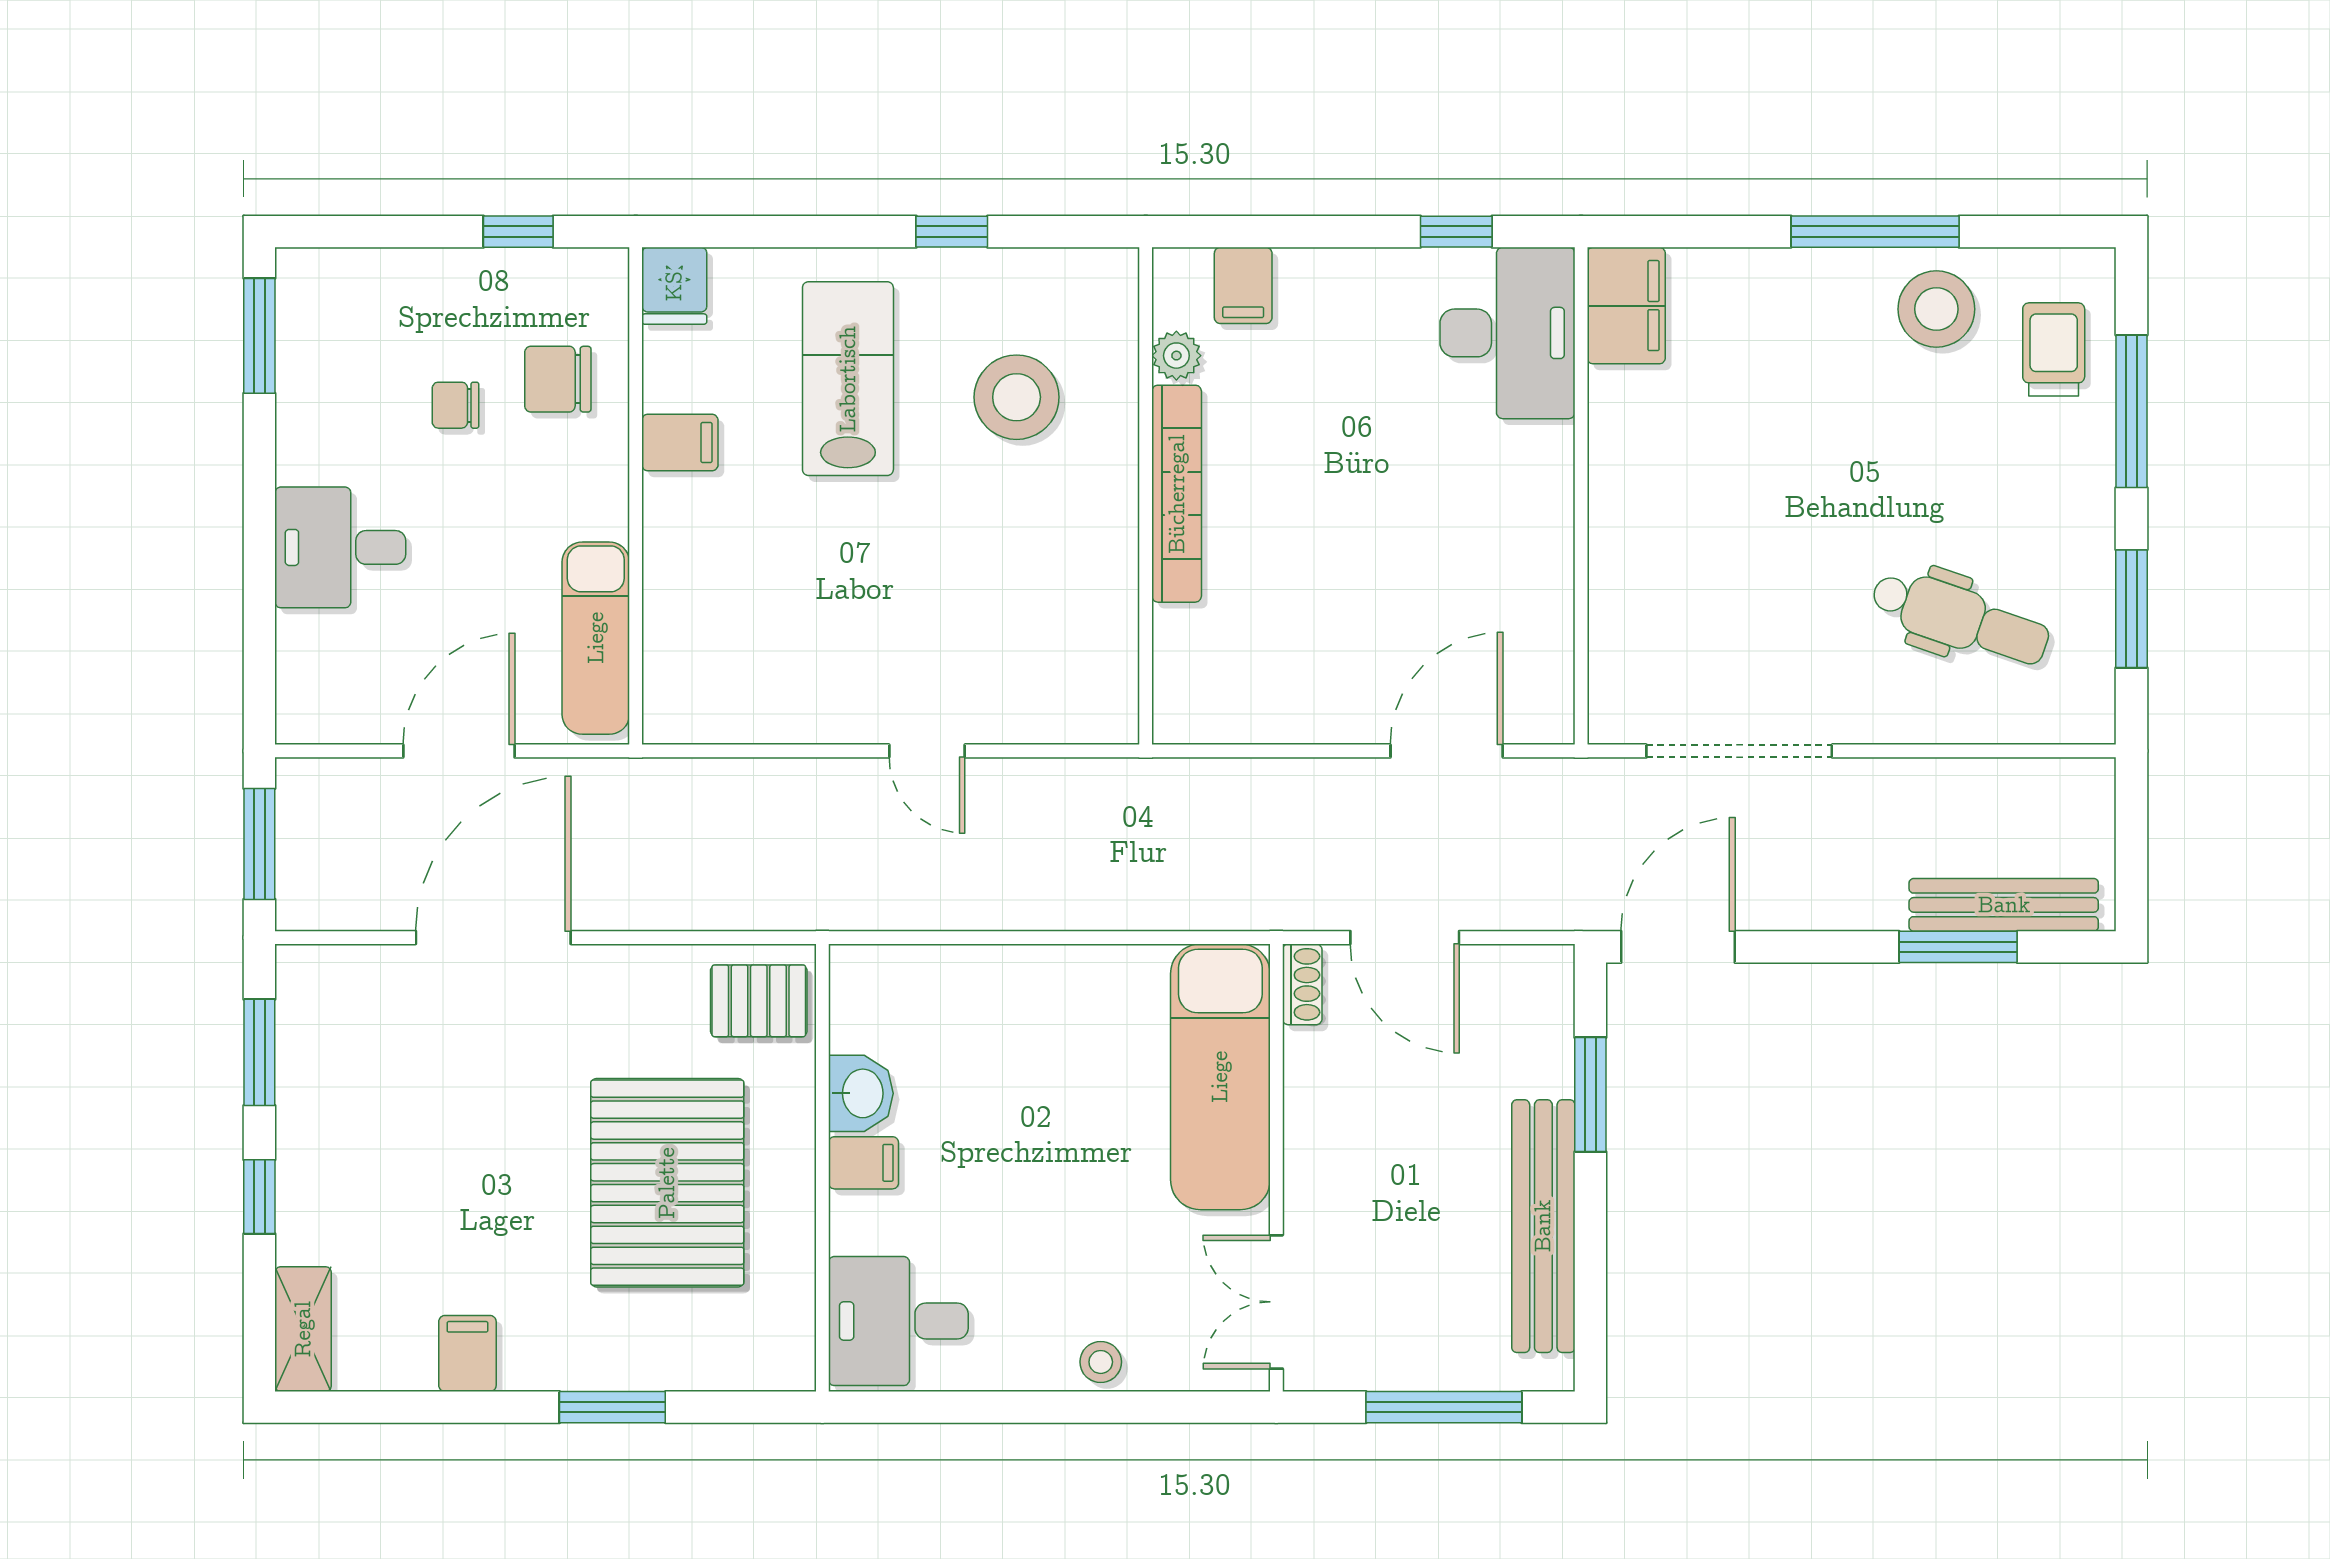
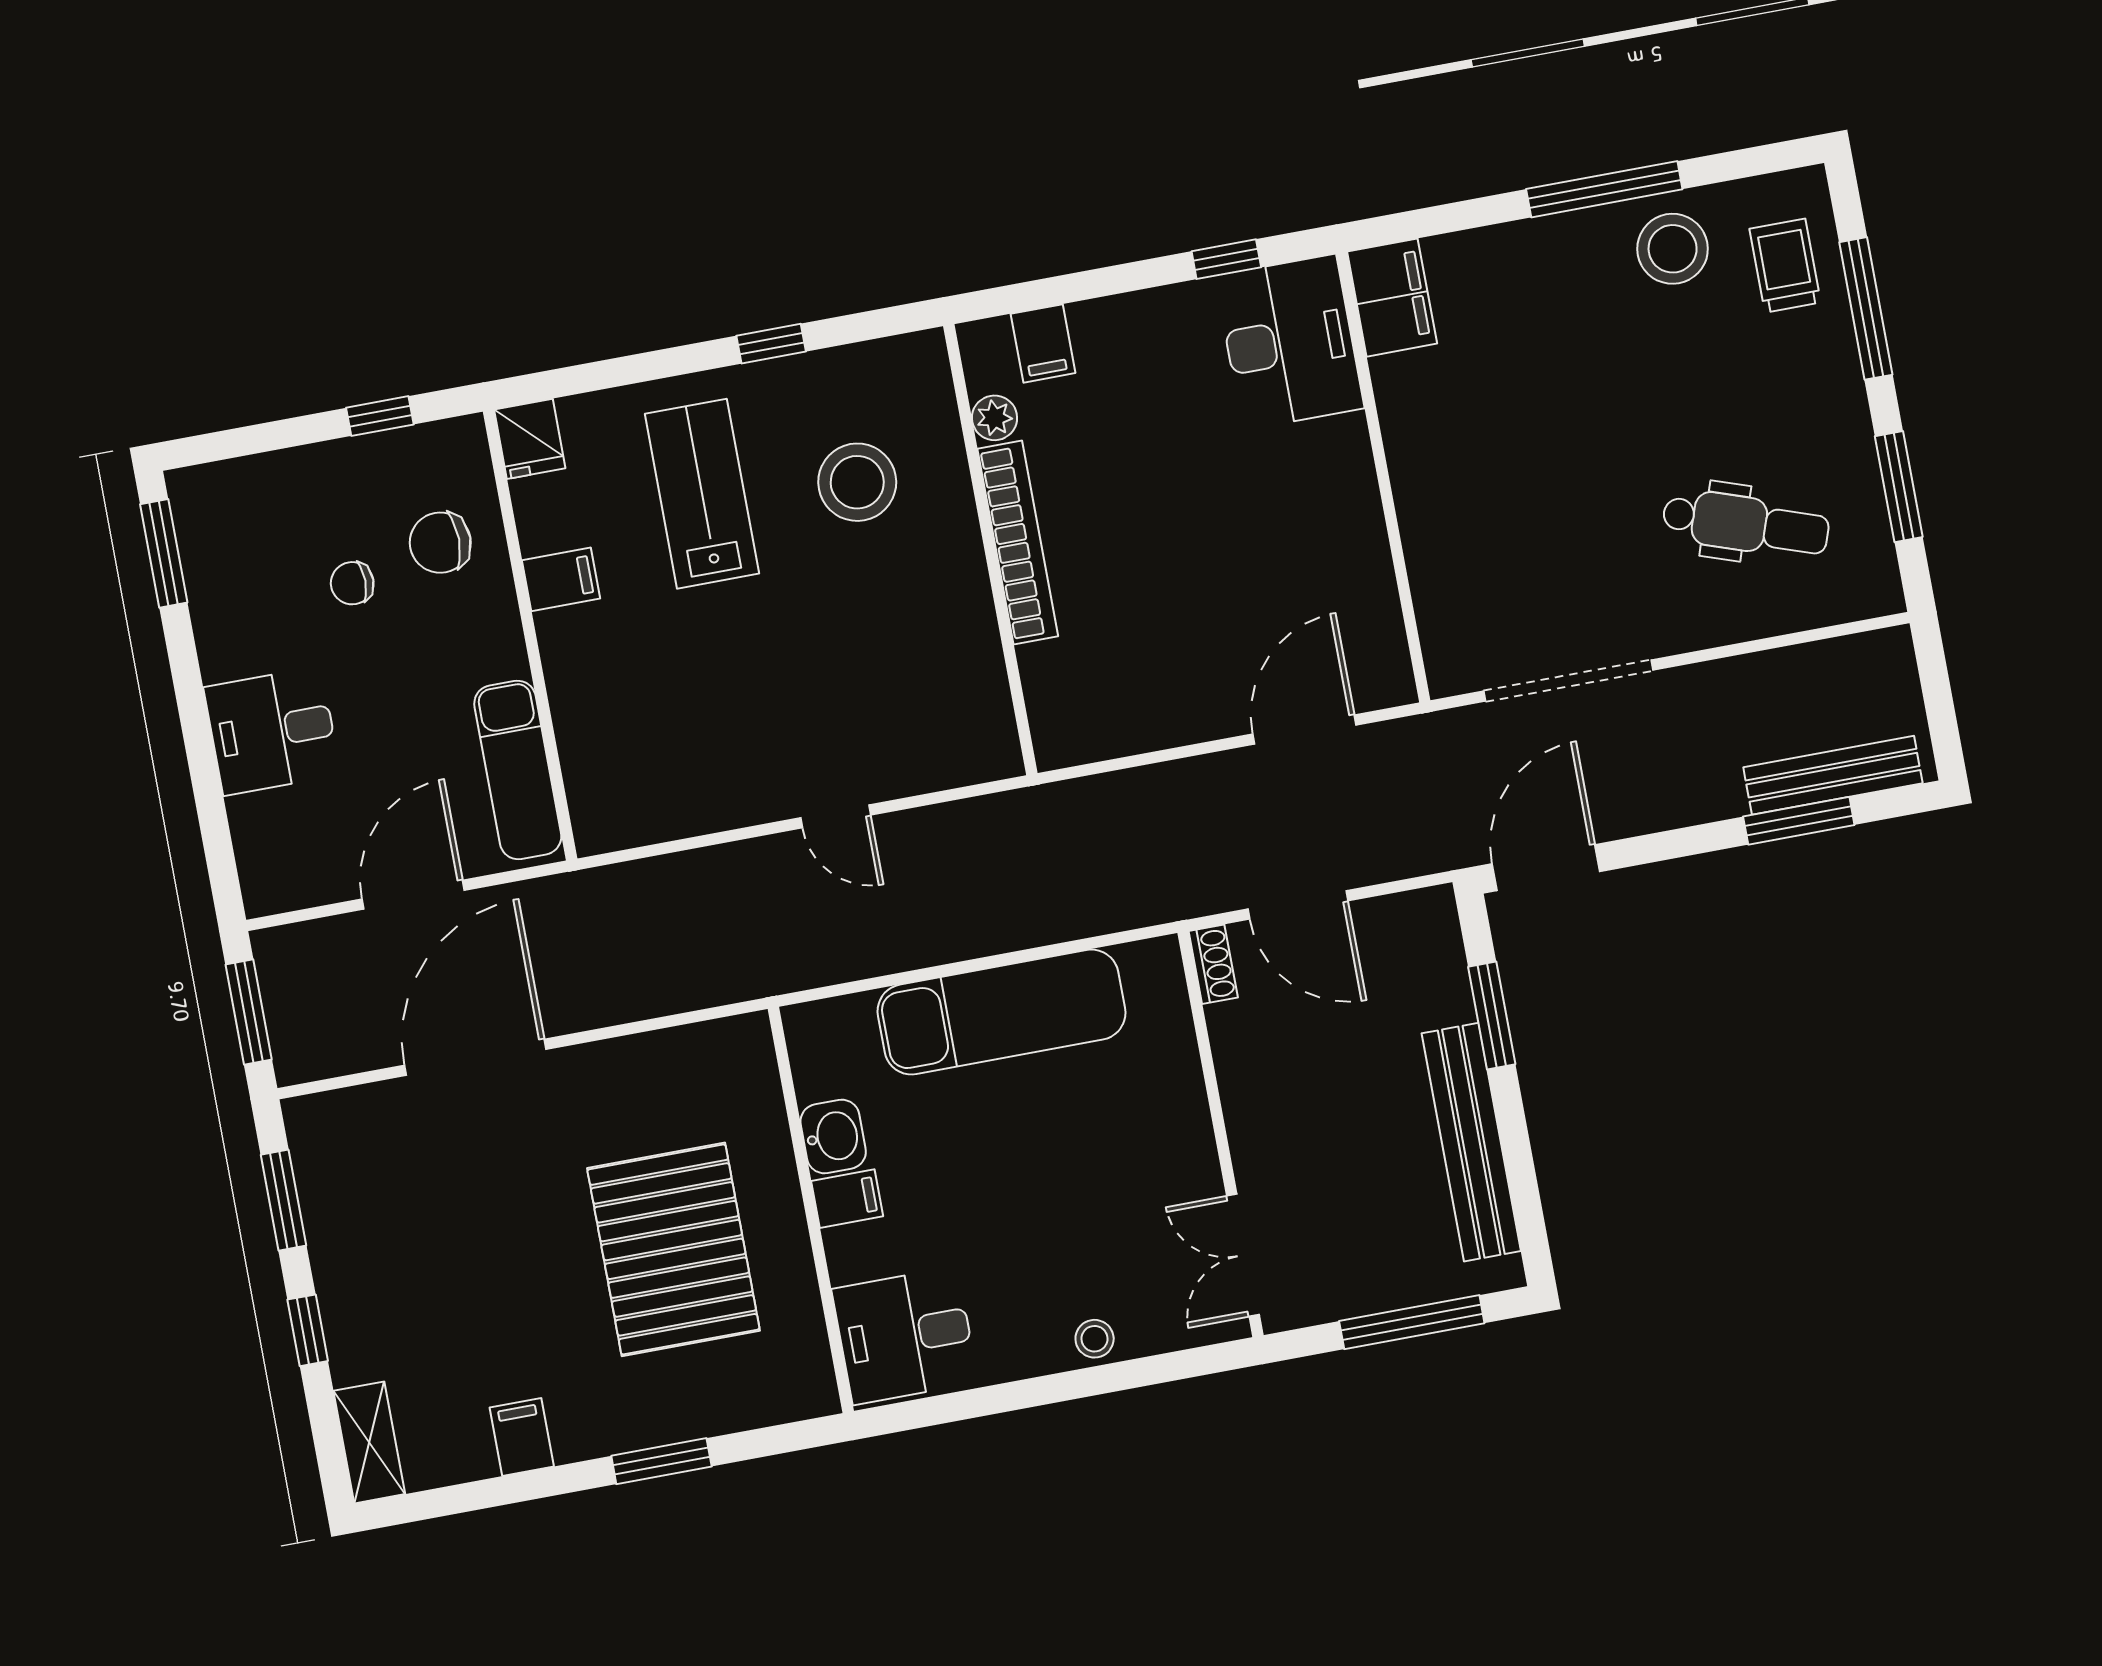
pallet: (759, 1001) -> (726, 1070), removed
exam couch: (1220, 1077) -> (1002, 1012), moved, turned -90

